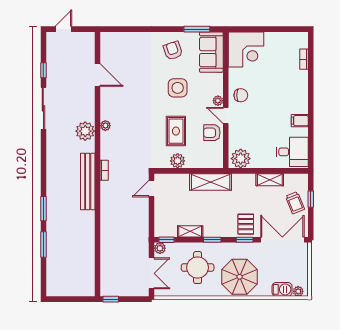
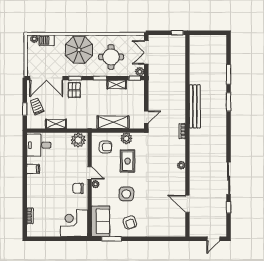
plant: (85, 131) -> (197, 161), removed
armchair: (212, 133) -> (105, 147), moved
bench: (88, 182) -> (195, 106), moved
shelving: (211, 182) -> (113, 122), moved

